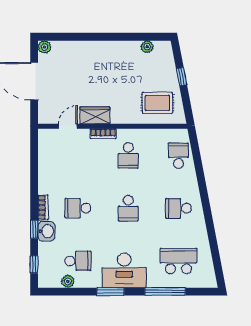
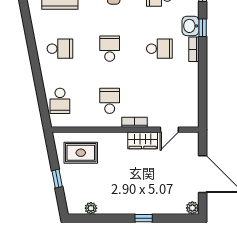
window: (94, 37) -> (144, 218), added

